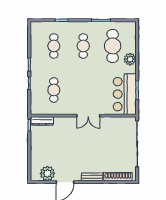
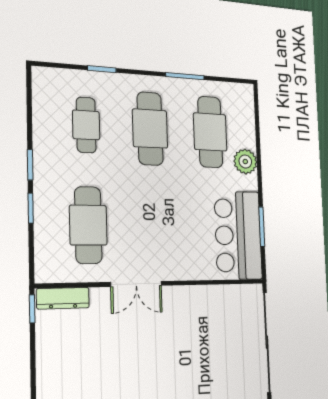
cafe table: (83, 46) -> (150, 129), width x1.37, depth x1.35
cafe table: (54, 90) -> (88, 225), width x1.37, depth x1.35
double door: (88, 116) -> (136, 284), moved

